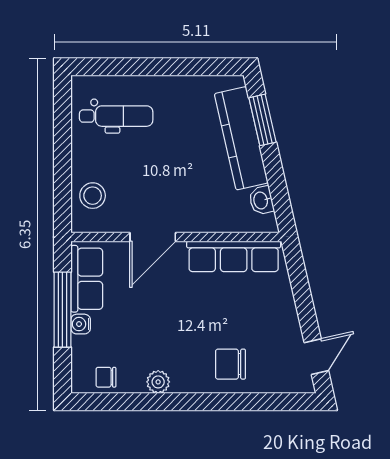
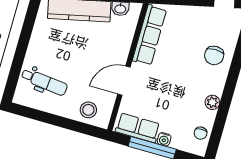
dental chair: (116, 116) -> (44, 82), turned 96
door: (153, 237) -> (124, 81), swing flipped

